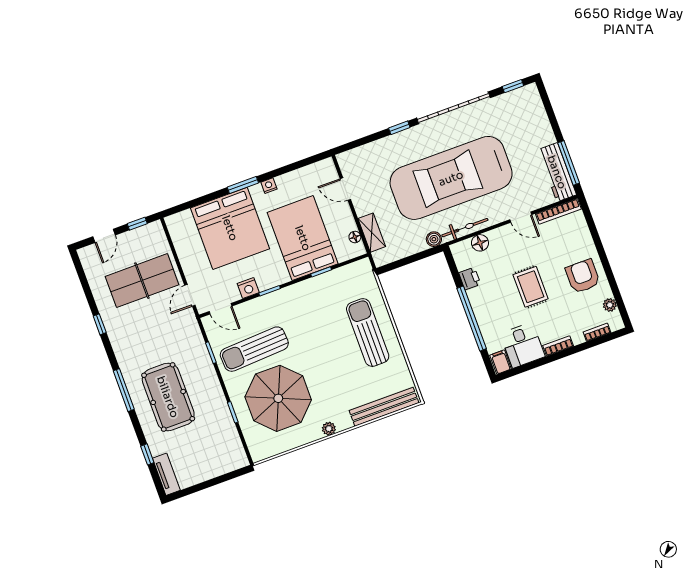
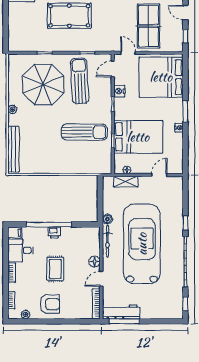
bed: (230, 228) -> (161, 77), moved
floor lamp: (480, 243) -> (94, 262), moved
printer: (470, 279) -> (54, 232), moved
rug: (531, 287) -> (55, 269), turned 90
sun lounger: (368, 333) -> (84, 132), moved

